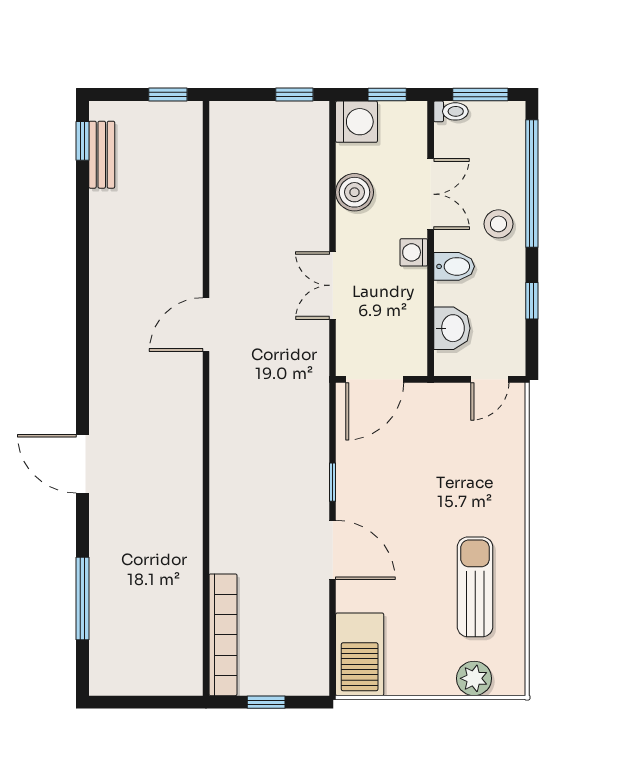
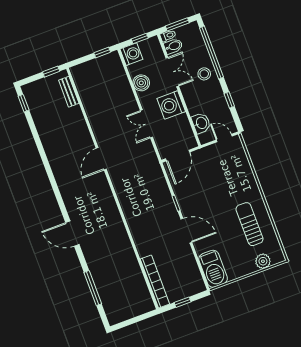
bench: (102, 155) -> (69, 92), moved
washing machine: (414, 252) -> (171, 105), width x1.89, depth x1.89
bidet: (454, 266) -> (173, 46), moved
door: (490, 379) -> (224, 138), swing flipped

